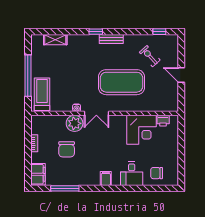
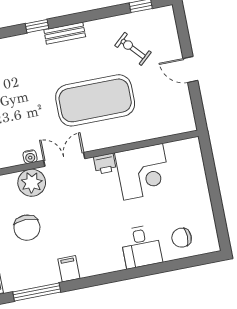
double door: (96, 113) -> (64, 159), swing flipped
printer: (163, 121) -> (105, 164), moved
filing cabinet: (106, 178) -> (69, 269), moved

